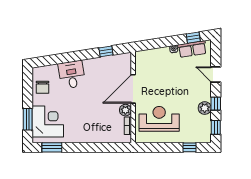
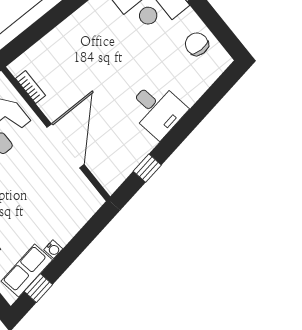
desk: (72, 75) -> (157, 109), moved
plant: (125, 110) -> (52, 107), removed

